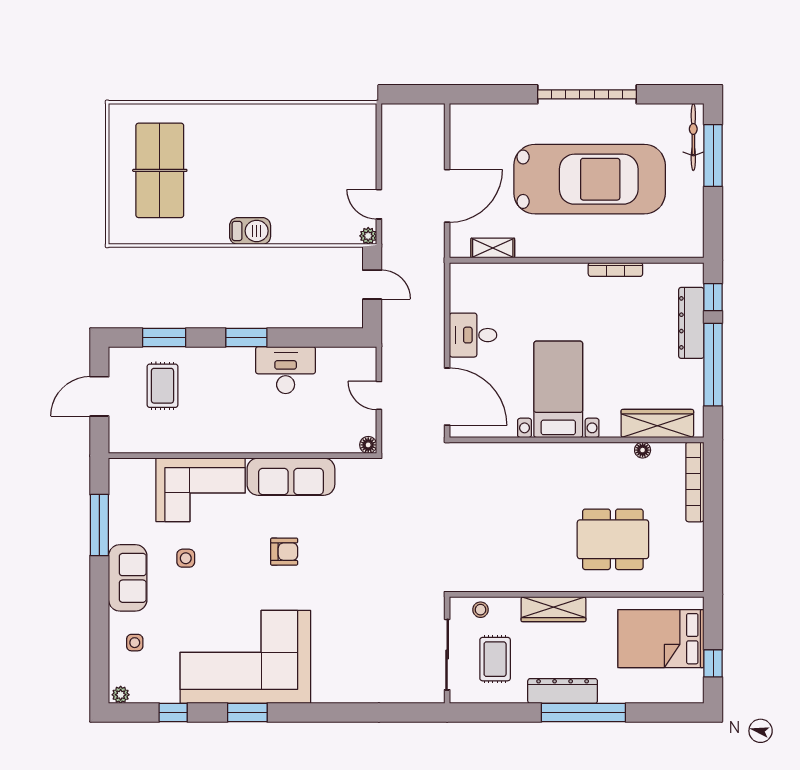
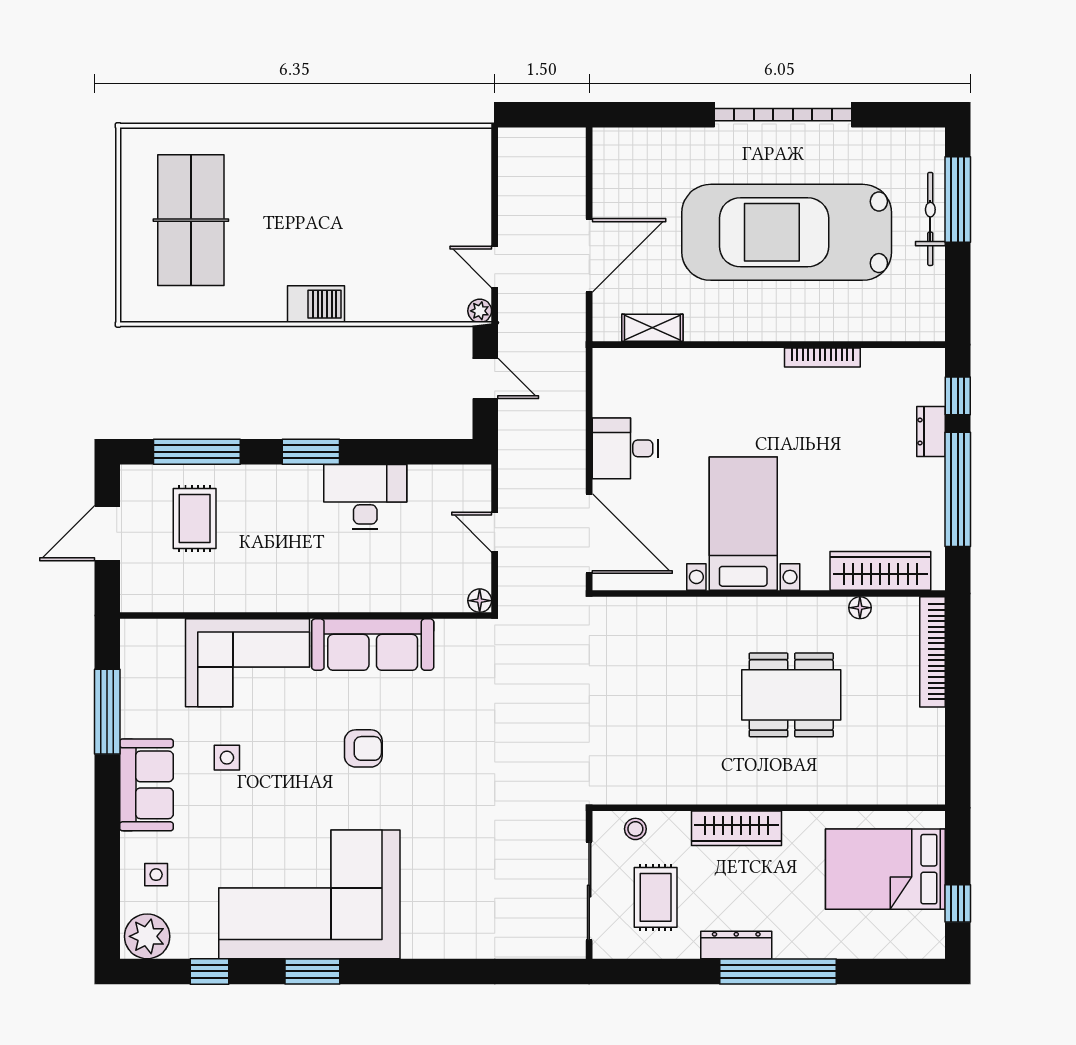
bicycle: (693, 137) -> (930, 219), moved
car: (590, 179) -> (787, 232), turned 180
dresser: (691, 323) -> (931, 431), width x0.51, depth x0.80
window: (164, 338) -> (197, 452), width x1.44
dining table: (613, 539) -> (791, 695), moved
dresser: (563, 691) -> (736, 945), width x0.73, depth x0.80
plant: (121, 695) -> (147, 936), width x1.88, depth x1.88

